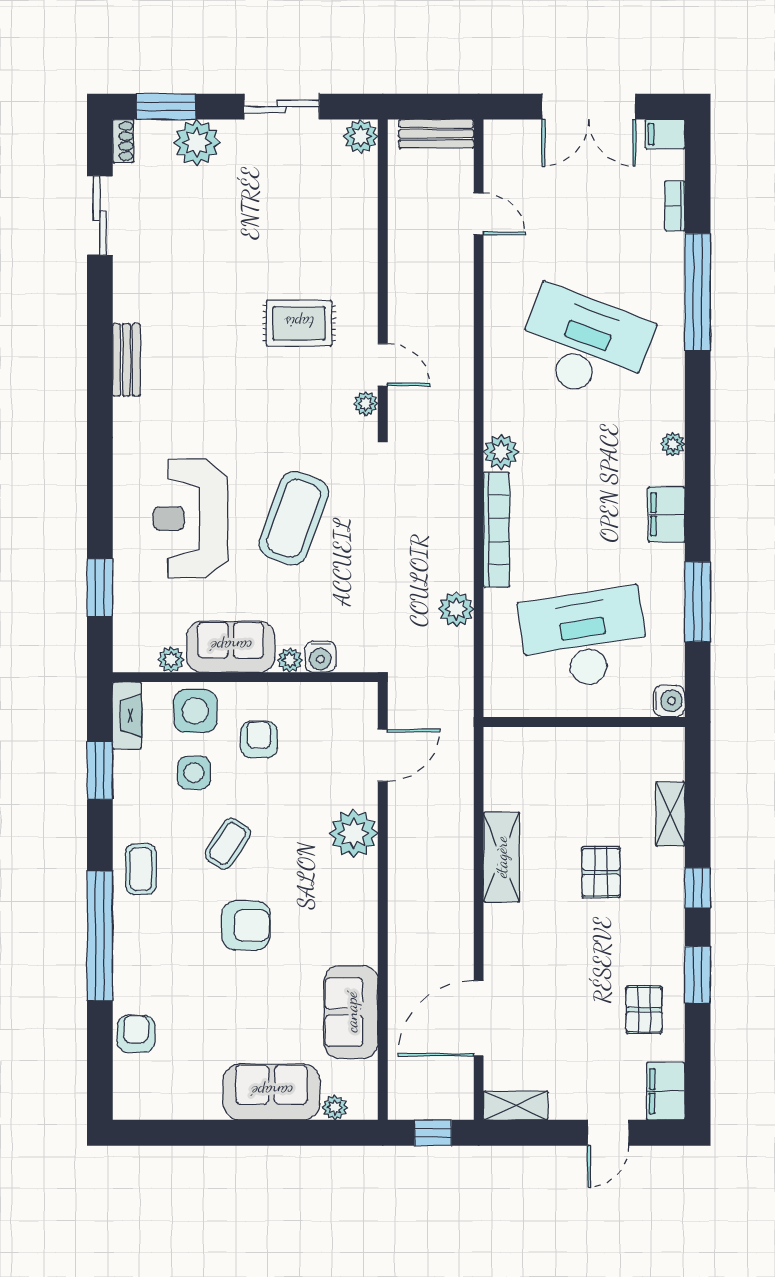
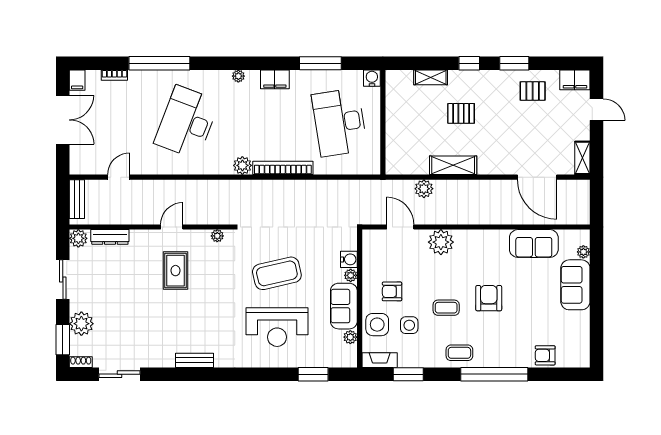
dresser: (364, 197) -> (110, 237), added
door: (383, 365) -> (172, 227), moved
coffee table: (294, 518) -> (277, 273), turned -33
plant: (456, 609) -> (424, 189), moved
coffee table: (228, 844) -> (446, 308), turned -33
window: (433, 1133) -> (597, 201), removed

